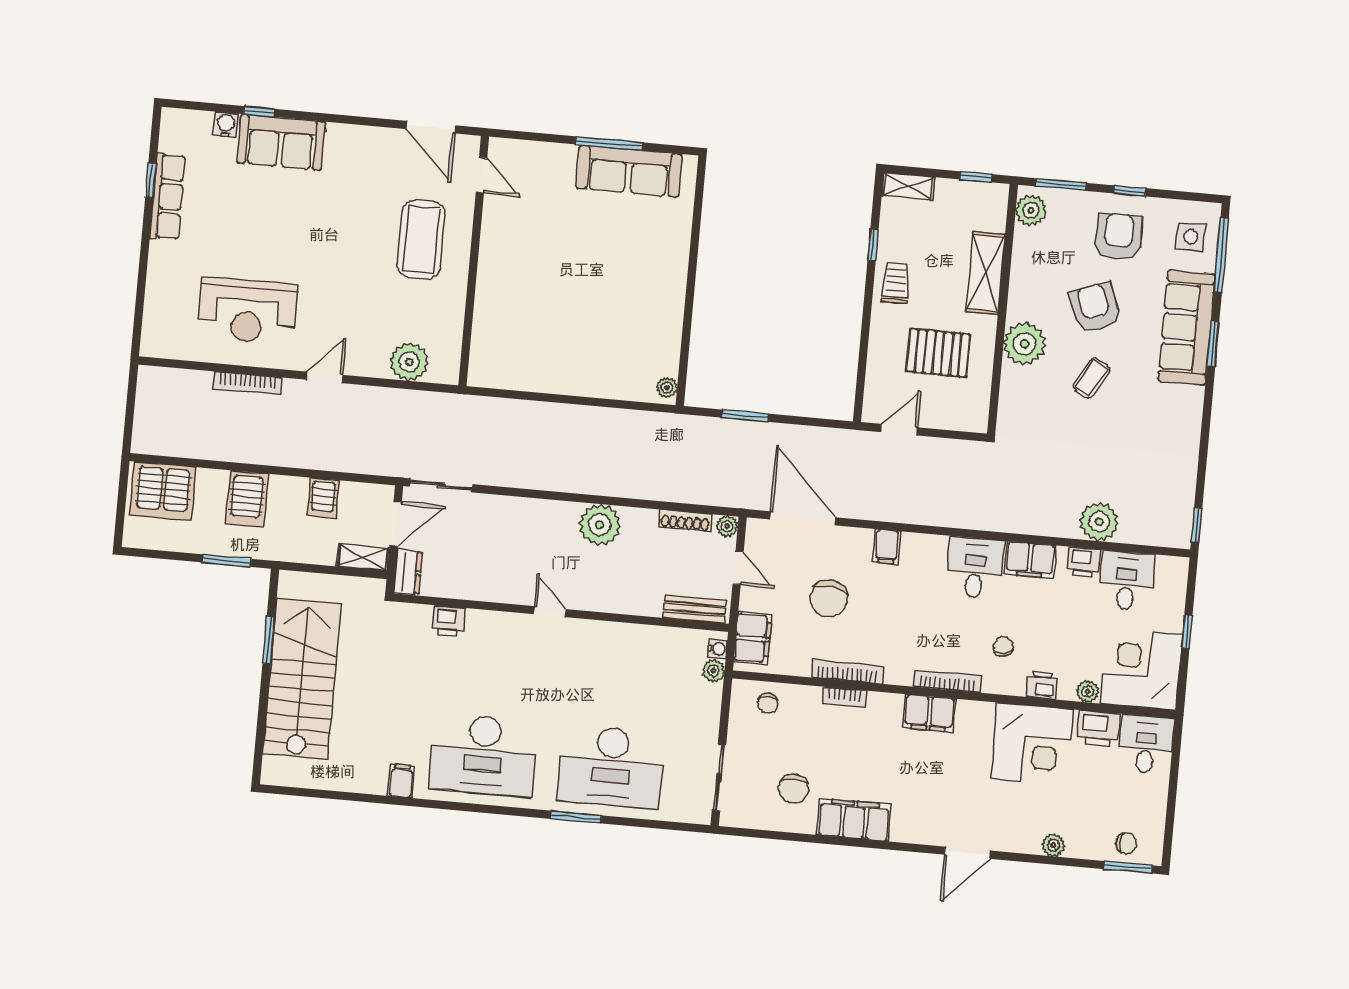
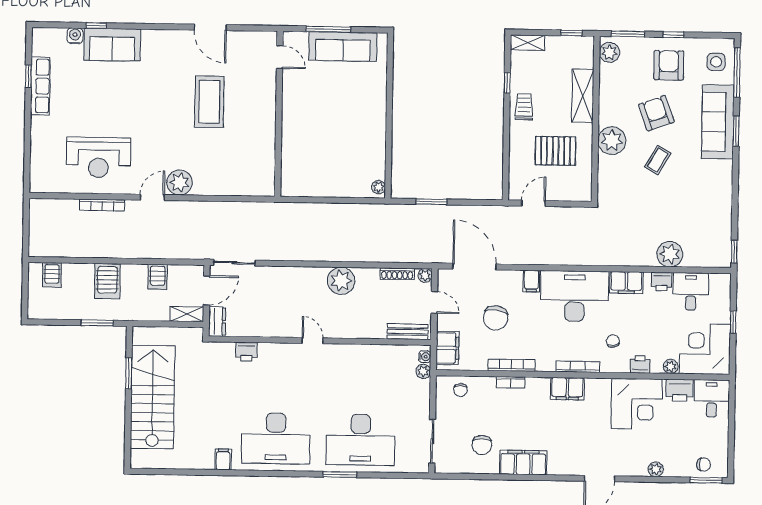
door: (481, 175) -> (280, 57), moved
wall: (474, 261) -> (279, 114), moved
plant: (409, 362) -> (180, 182), moved
server rack: (163, 491) -> (52, 275), width x0.46, depth x0.70
desk: (975, 568) -> (575, 296), width x1.87, depth x1.30

